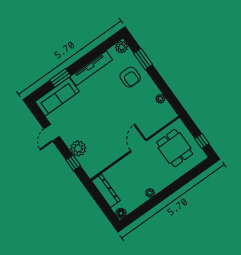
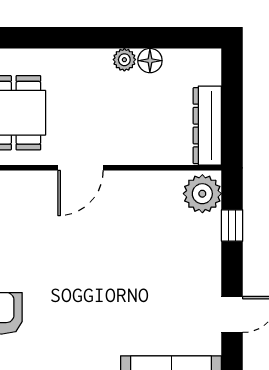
plant: (78, 148) -> (202, 194), moved
floor lamp: (121, 213) -> (150, 61), moved

